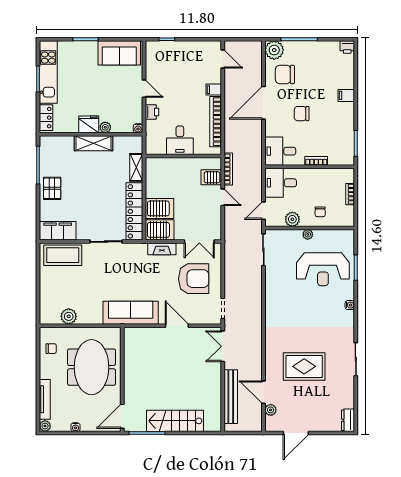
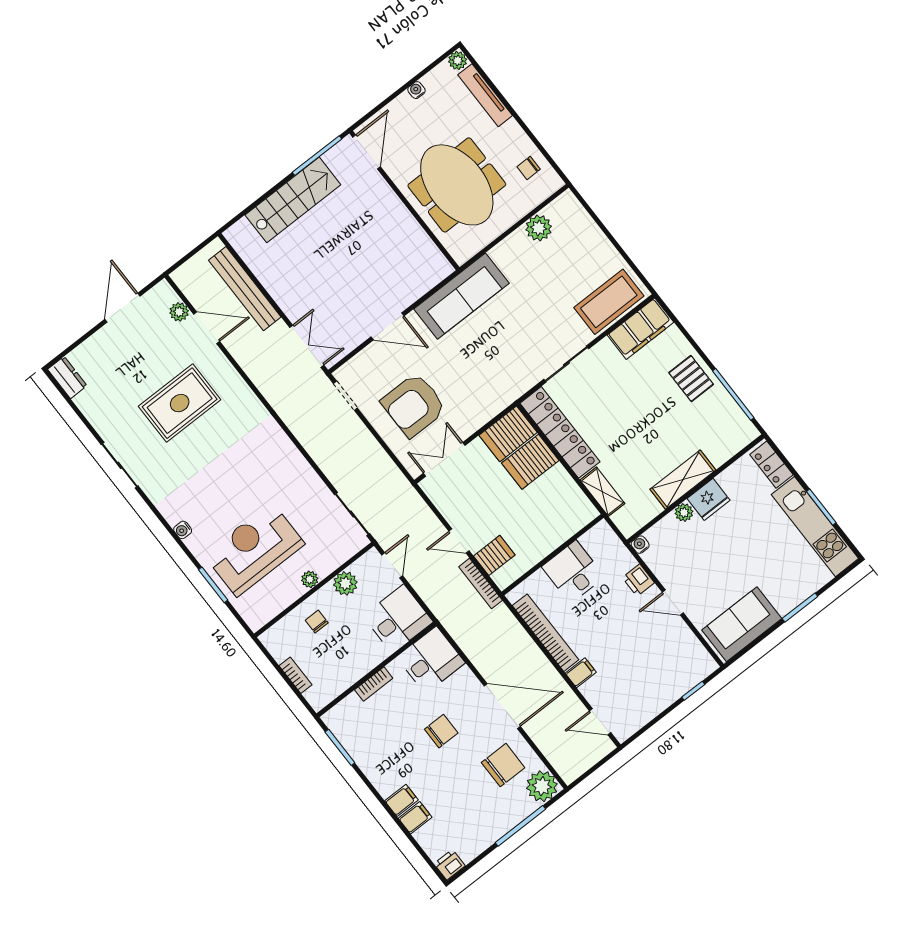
filing cabinet: (346, 82) -> (415, 818), added
door: (263, 103) -> (502, 706), hinge flipped
fireplace: (162, 249) -> (486, 412), removed

